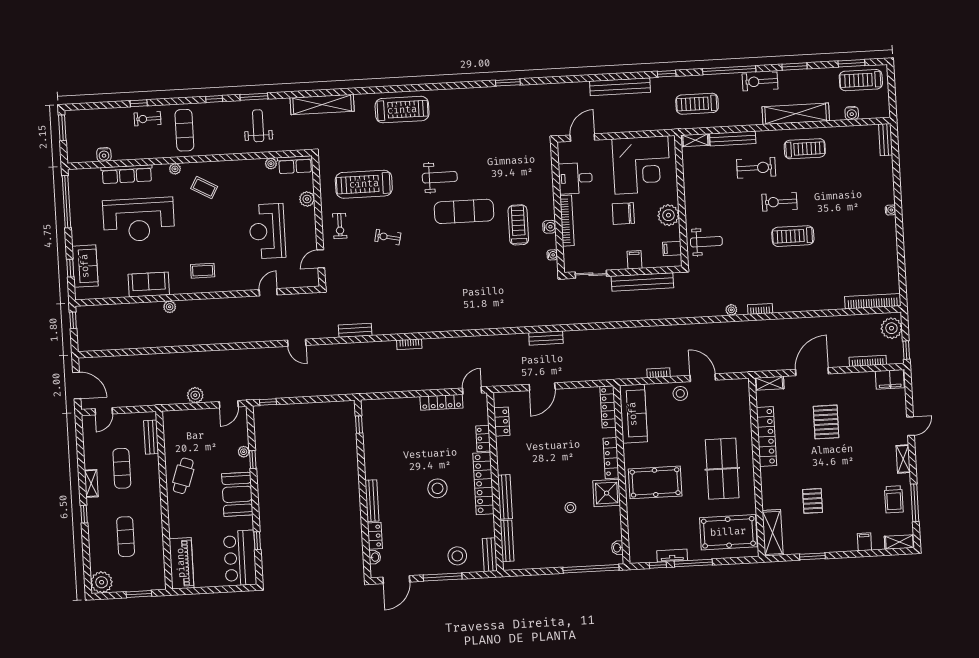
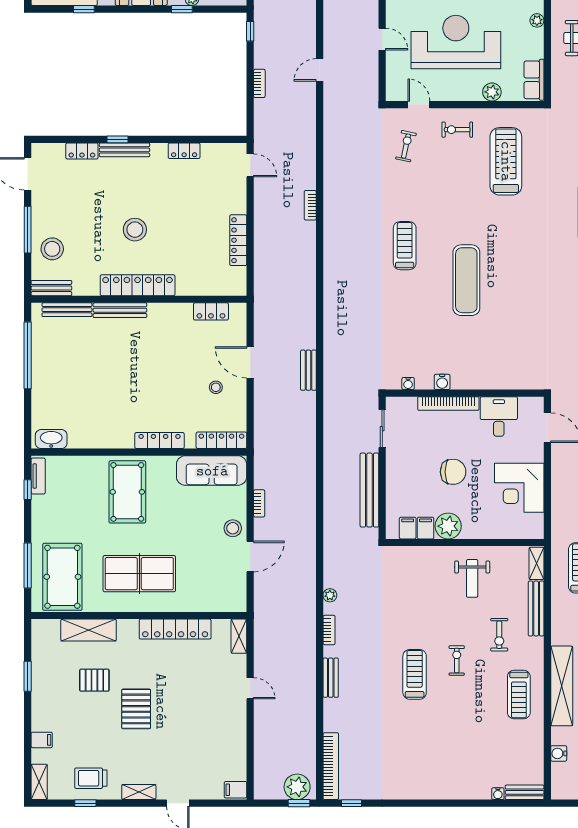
plant: (271, 164) -> (537, 20), moved
corner desk: (641, 165) -> (519, 488), width x0.74, depth x0.74
exercise bike: (756, 168) -> (499, 635), width x0.73, depth x0.72
weight bench: (440, 177) -> (509, 253), removed
exercise bike: (779, 202) -> (457, 661), width x0.73, depth x0.72
water cooler: (891, 210) -> (498, 794), moved
chair: (623, 214) -> (453, 472), turned 90
treadmill: (518, 225) -> (405, 246), moved, turned -90
reception desk: (267, 231) -> (456, 42), width x1.36, depth x1.30
exercise bike: (388, 237) -> (406, 146), moved
weight bench: (706, 242) -> (472, 578), moved
filing cabinet: (634, 260) -> (426, 528), moved, turned -90
window: (902, 282) -> (352, 803), added
bench: (355, 330) -> (331, 678), moved
window: (906, 350) -> (299, 803), moved
bookcase: (868, 361) -> (259, 83), moved, width x0.64
door: (812, 372) -> (250, 688), width x0.53
filing cabinet: (890, 379) -> (236, 790), width x0.50
door: (472, 391) -> (250, 165), moved
pallet: (826, 422) -> (136, 709), moved, turned 90
window: (359, 425) -> (117, 139), moved
locker: (483, 438) -> (184, 151), moved, turned 180
shower: (607, 493) -> (118, 433), removed
window: (915, 503) -> (85, 803), width x0.46
stool: (570, 508) -> (216, 387), moved
shelving: (773, 533) -> (89, 630), moved
washbasin: (617, 548) -> (51, 439), width x1.91, depth x1.45
tv unit: (672, 556) -> (38, 476), moved
washbasin: (375, 557) -> (56, 149), removed
window: (693, 563) -> (28, 566), moved
window: (591, 569) -> (28, 355), moved

